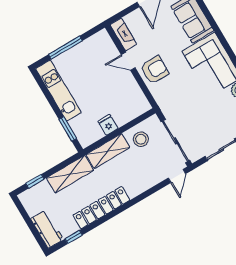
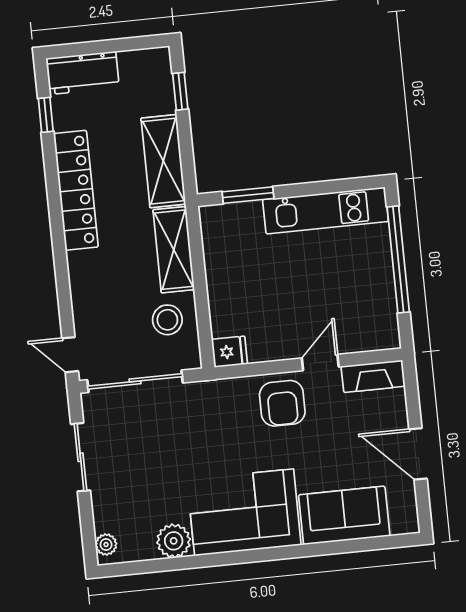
window: (65, 48) -> (398, 259), width x1.46
fridge: (108, 125) -> (229, 352), moved

